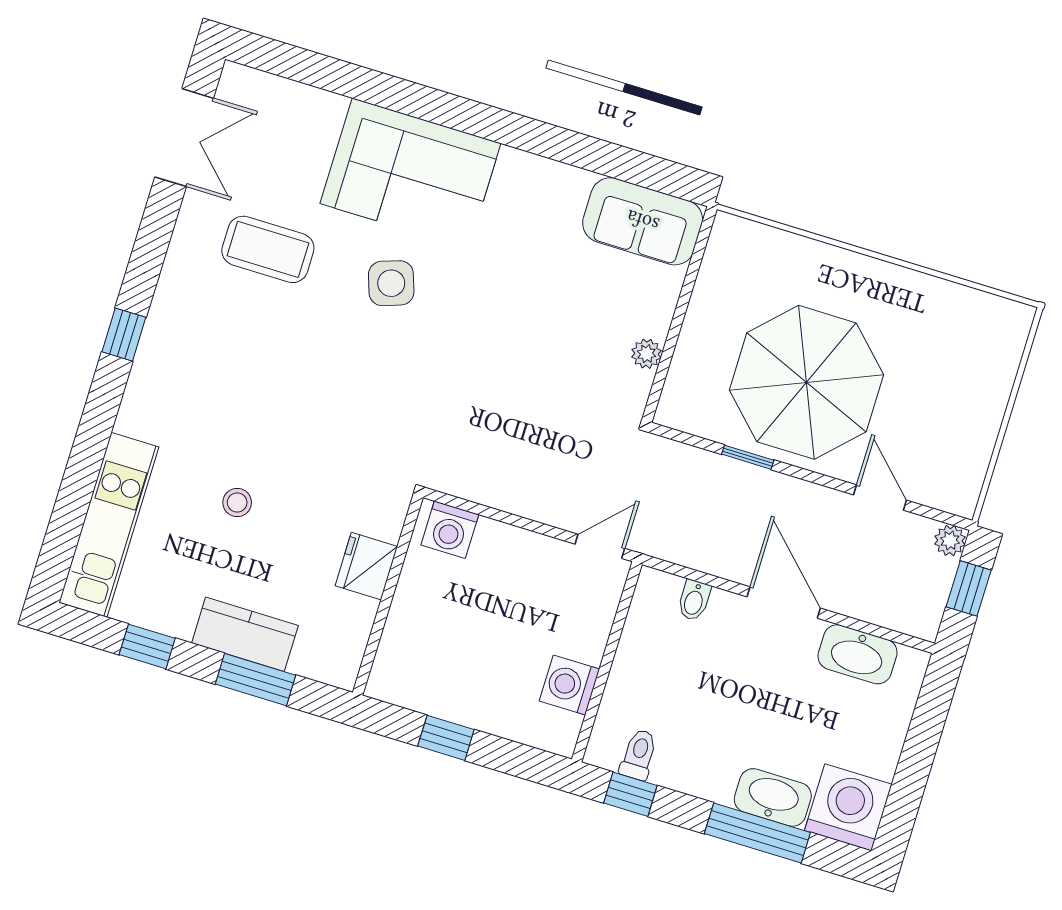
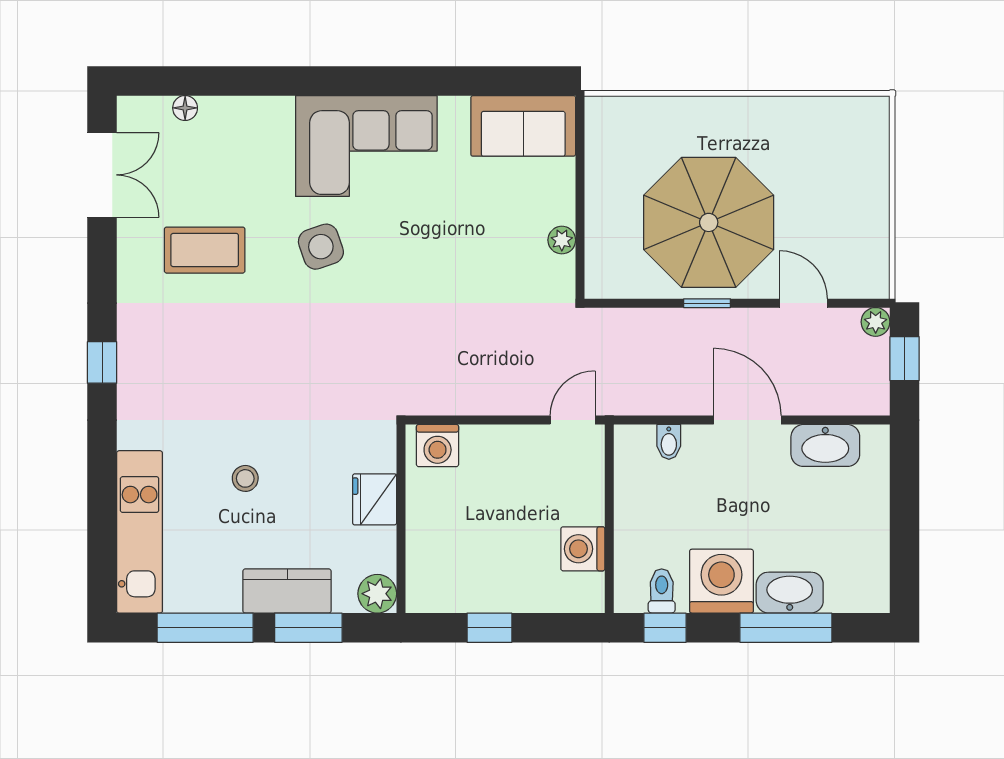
floor lamp: (293, 94) -> (185, 108), added
corner sofa: (410, 173) -> (366, 146), moved
window: (748, 457) -> (707, 303), moved
window: (147, 646) -> (205, 628), width x2.17
plant: (339, 666) -> (377, 594), added
washing machine: (848, 807) -> (721, 581), moved

